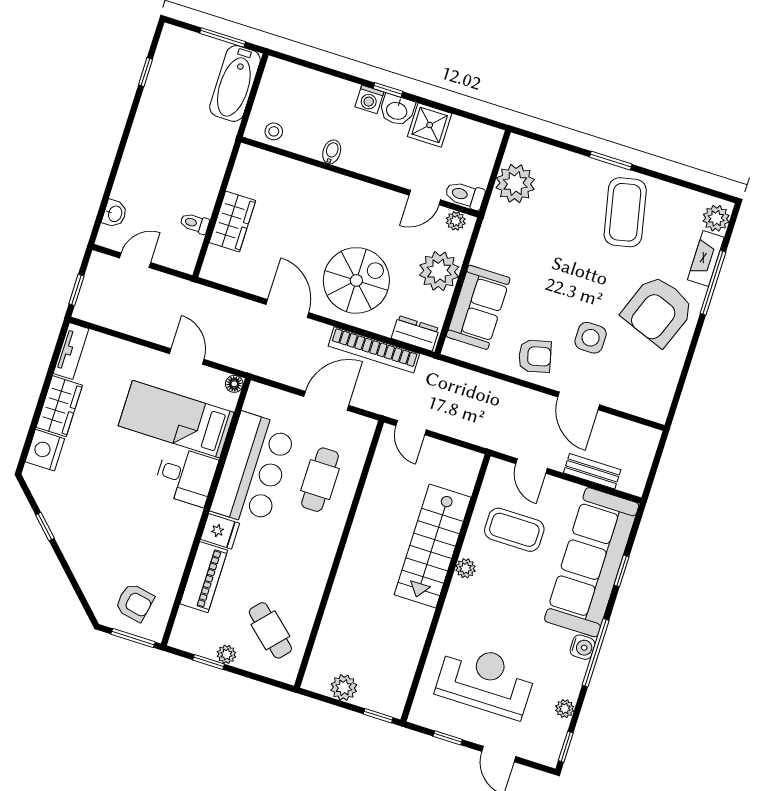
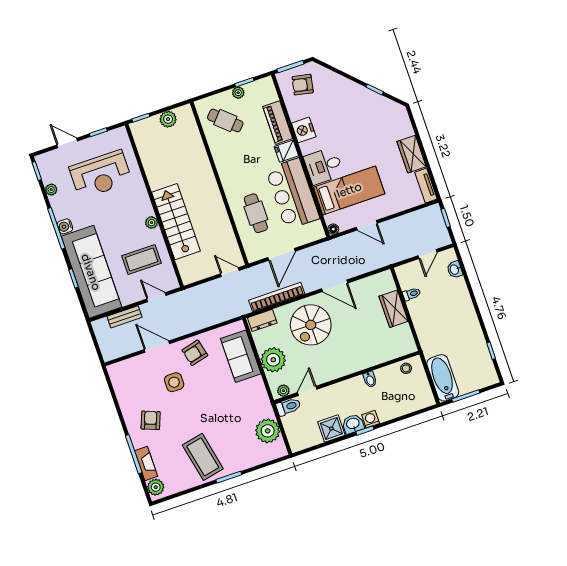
armchair: (658, 311) -> (151, 420), width x0.53, depth x0.53
nightstand: (45, 450) -> (304, 130), moved, turned 180

